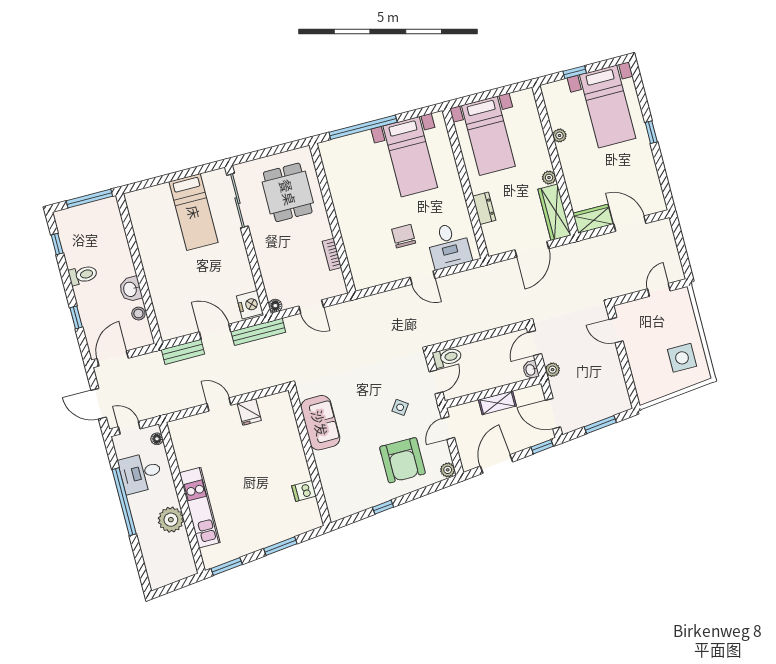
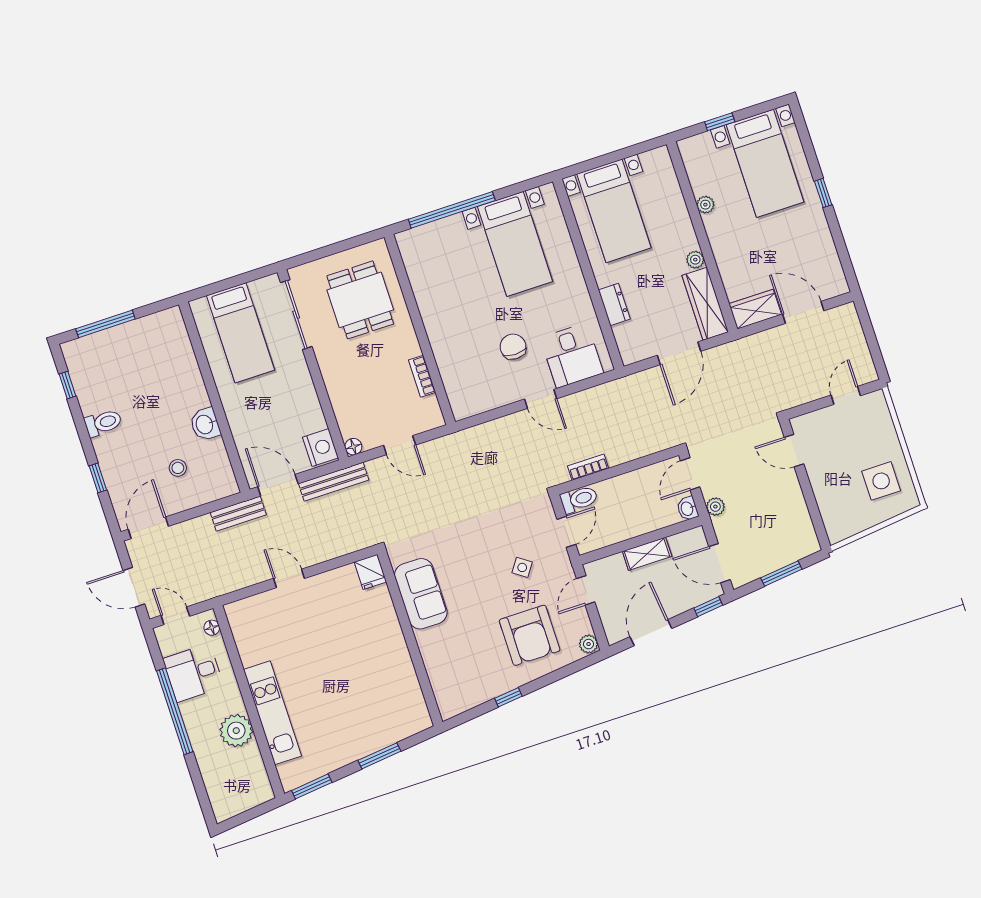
wall: (139, 269) -> (214, 397), moved
washbasin: (131, 289) -> (205, 424), moved
bookcase: (456, 333) -> (588, 467), added
fridge: (249, 412) -> (370, 572), moved
dishwasher: (304, 491) -> (405, 683), removed

